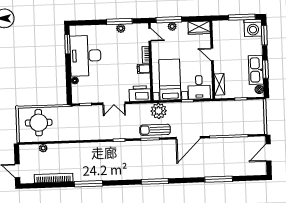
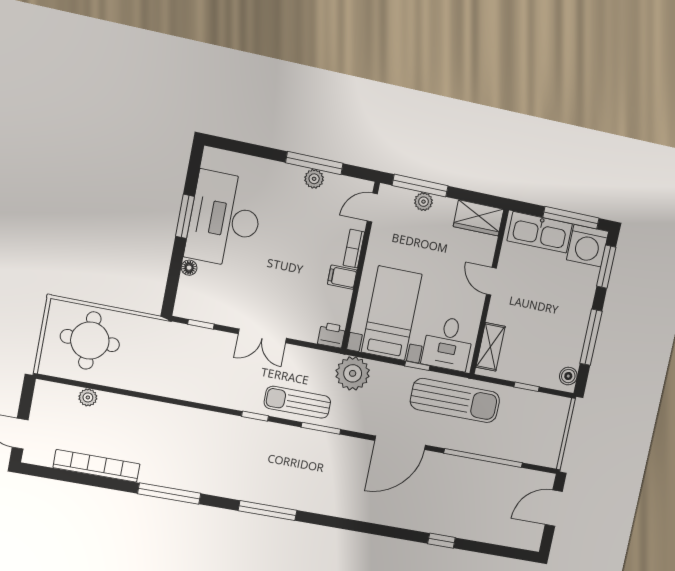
door: (150, 35) -> (372, 208), swing flipped
window: (67, 44) -> (185, 216), moved
window: (265, 69) -> (591, 337), width x1.44
kitchen sink: (256, 70) -> (540, 232), moved, turned -90
printer: (140, 94) -> (332, 335), width x0.53, depth x0.68
sun lounger: (209, 113) -> (455, 401), added
sun lounger: (155, 130) -> (297, 402), moved
window: (219, 179) -> (441, 541), width x0.46
window: (155, 181) -> (268, 511), moved

